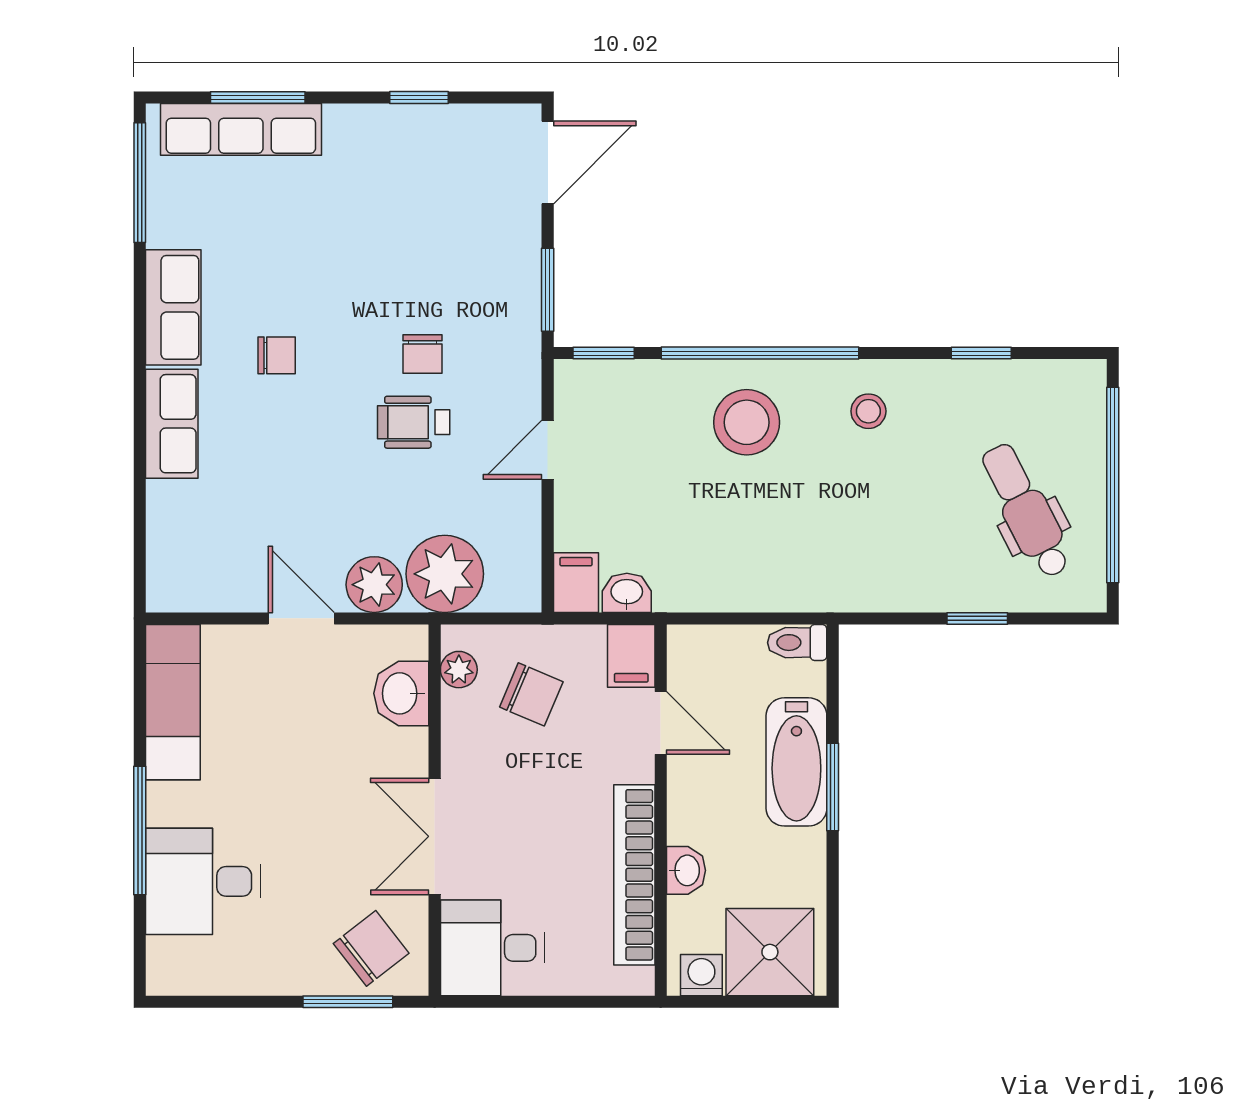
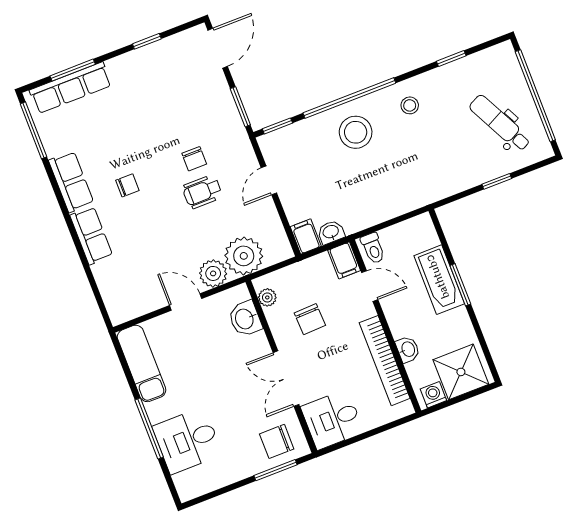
toilet: (797, 643) -> (373, 248), moved, turned -90
chair: (531, 694) -> (310, 319), moved, turned 65
chair: (371, 948) -> (277, 441), turned -142

